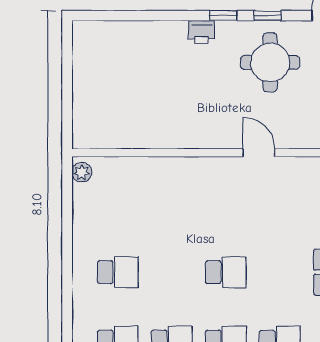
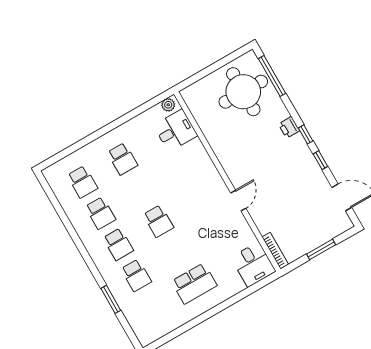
window: (122, 16) -> (272, 76), added
round table: (270, 62) -> (243, 92), moved, width x1.36, depth x1.36
desk: (121, 182) -> (176, 130), added

